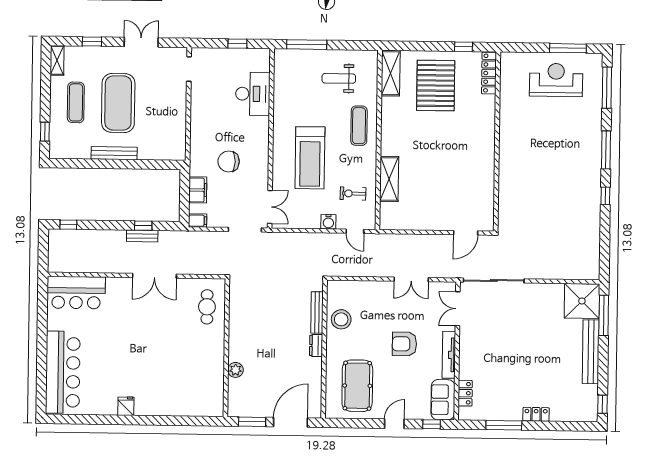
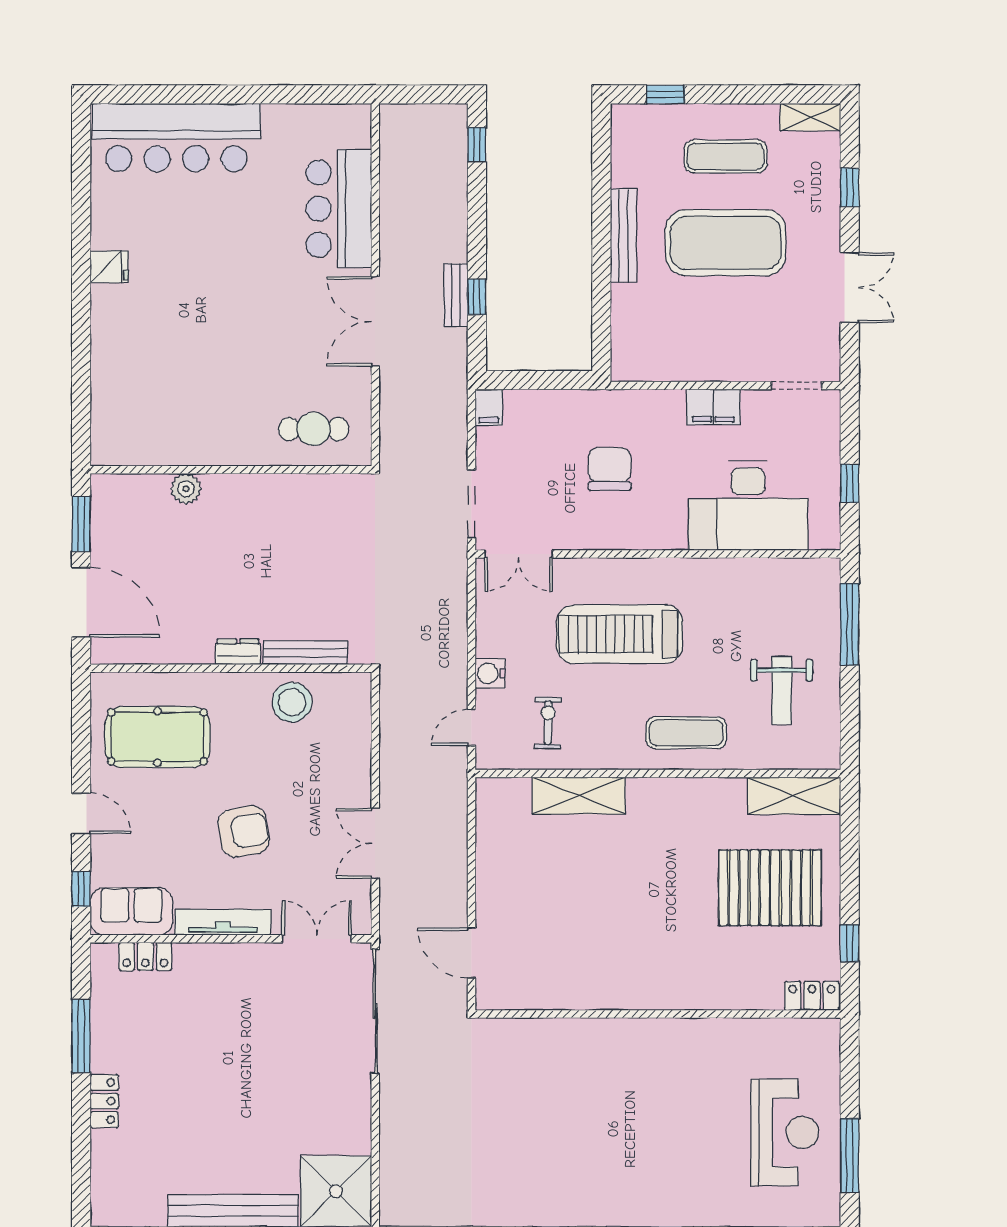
locker: (489, 73) -> (812, 996), width x0.66
weight bench: (339, 78) -> (782, 691), turned 180
desk: (253, 94) -> (748, 506), width x1.36, depth x1.30
filing cabinet: (198, 190) -> (713, 407), moved
bar counter: (76, 293) -> (339, 209), moved
armchair: (404, 344) -> (244, 831), turned 80

